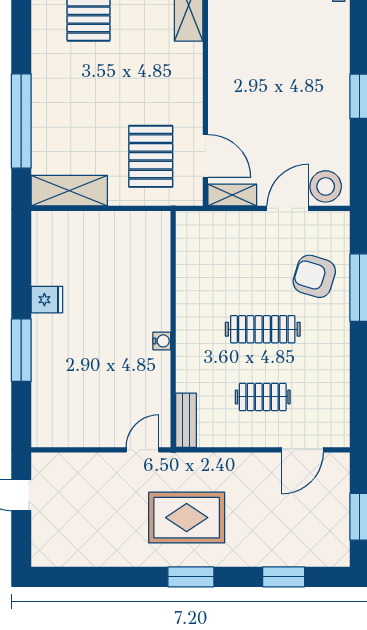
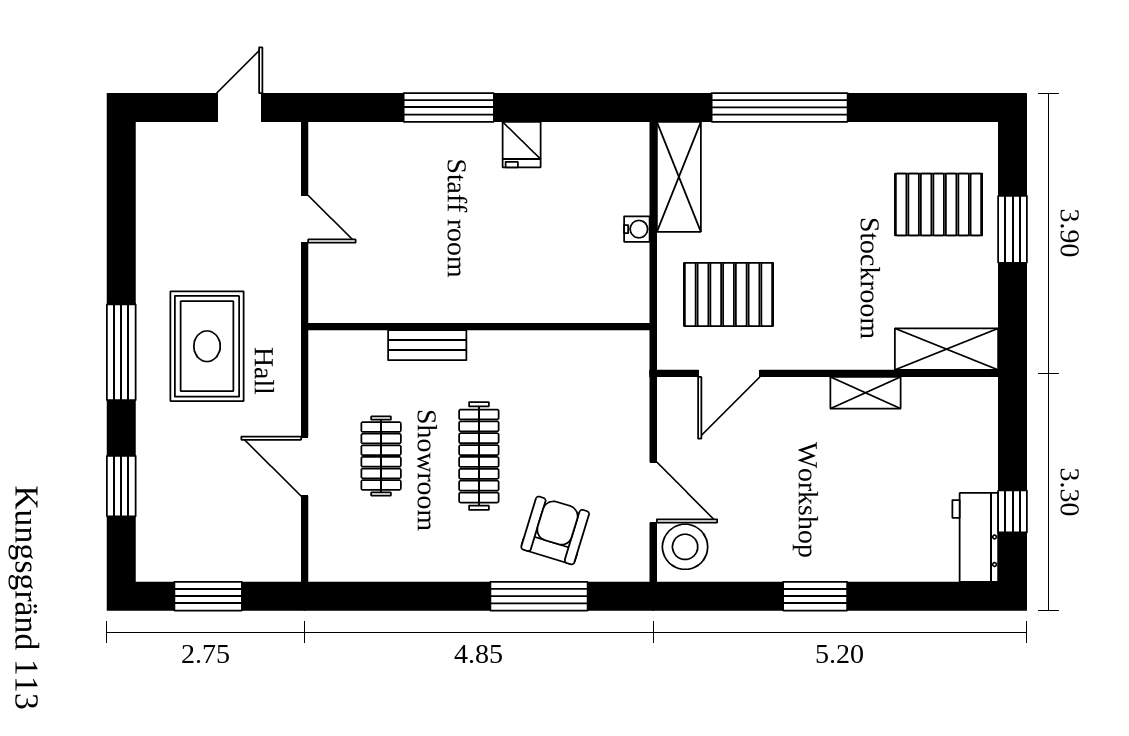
shelving: (232, 195) -> (865, 393), moved, turned 90
water cooler: (162, 341) -> (637, 229), moved, turned -90
bench: (186, 420) -> (427, 345), moved
door: (142, 450) -> (305, 219), moved
door: (303, 450) -> (305, 466), moved
window: (191, 577) -> (121, 352), width x1.44

